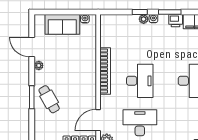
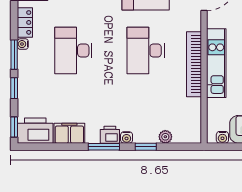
plant: (144, 19) -> (165, 137), moved
printer: (176, 21) -> (110, 135), moved
kitchen unit: (89, 72) -> (216, 63), added

